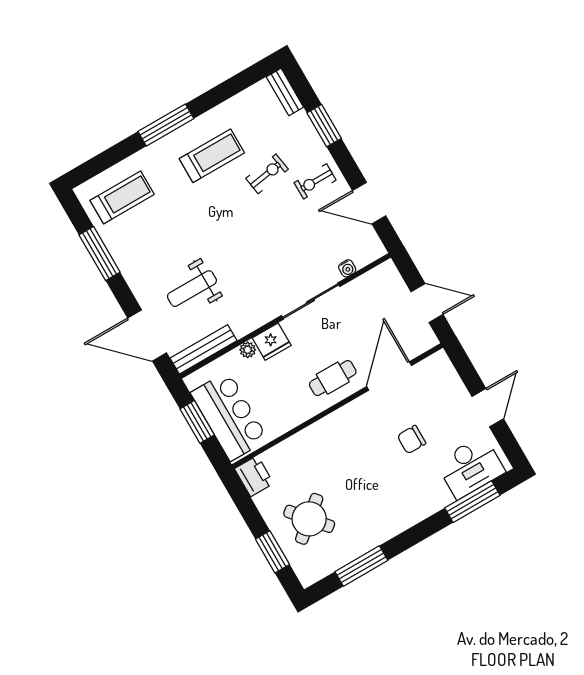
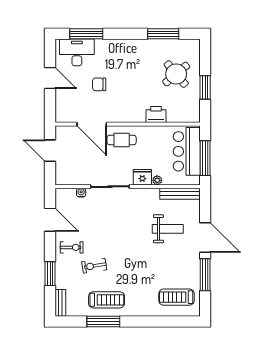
window: (166, 125) -> (103, 322), moved
treadmill: (212, 156) -> (107, 300), moved, turned 180
door: (147, 335) -> (205, 238), moved
door: (389, 376) -> (92, 124), hinge flipped
door: (488, 408) -> (50, 78), swing flipped
window: (197, 422) -> (205, 158), width x1.44
chair: (412, 440) -> (99, 84), turned 180
printer: (254, 476) -> (156, 114), moved, turned 90
window: (272, 552) -> (205, 87), moved

